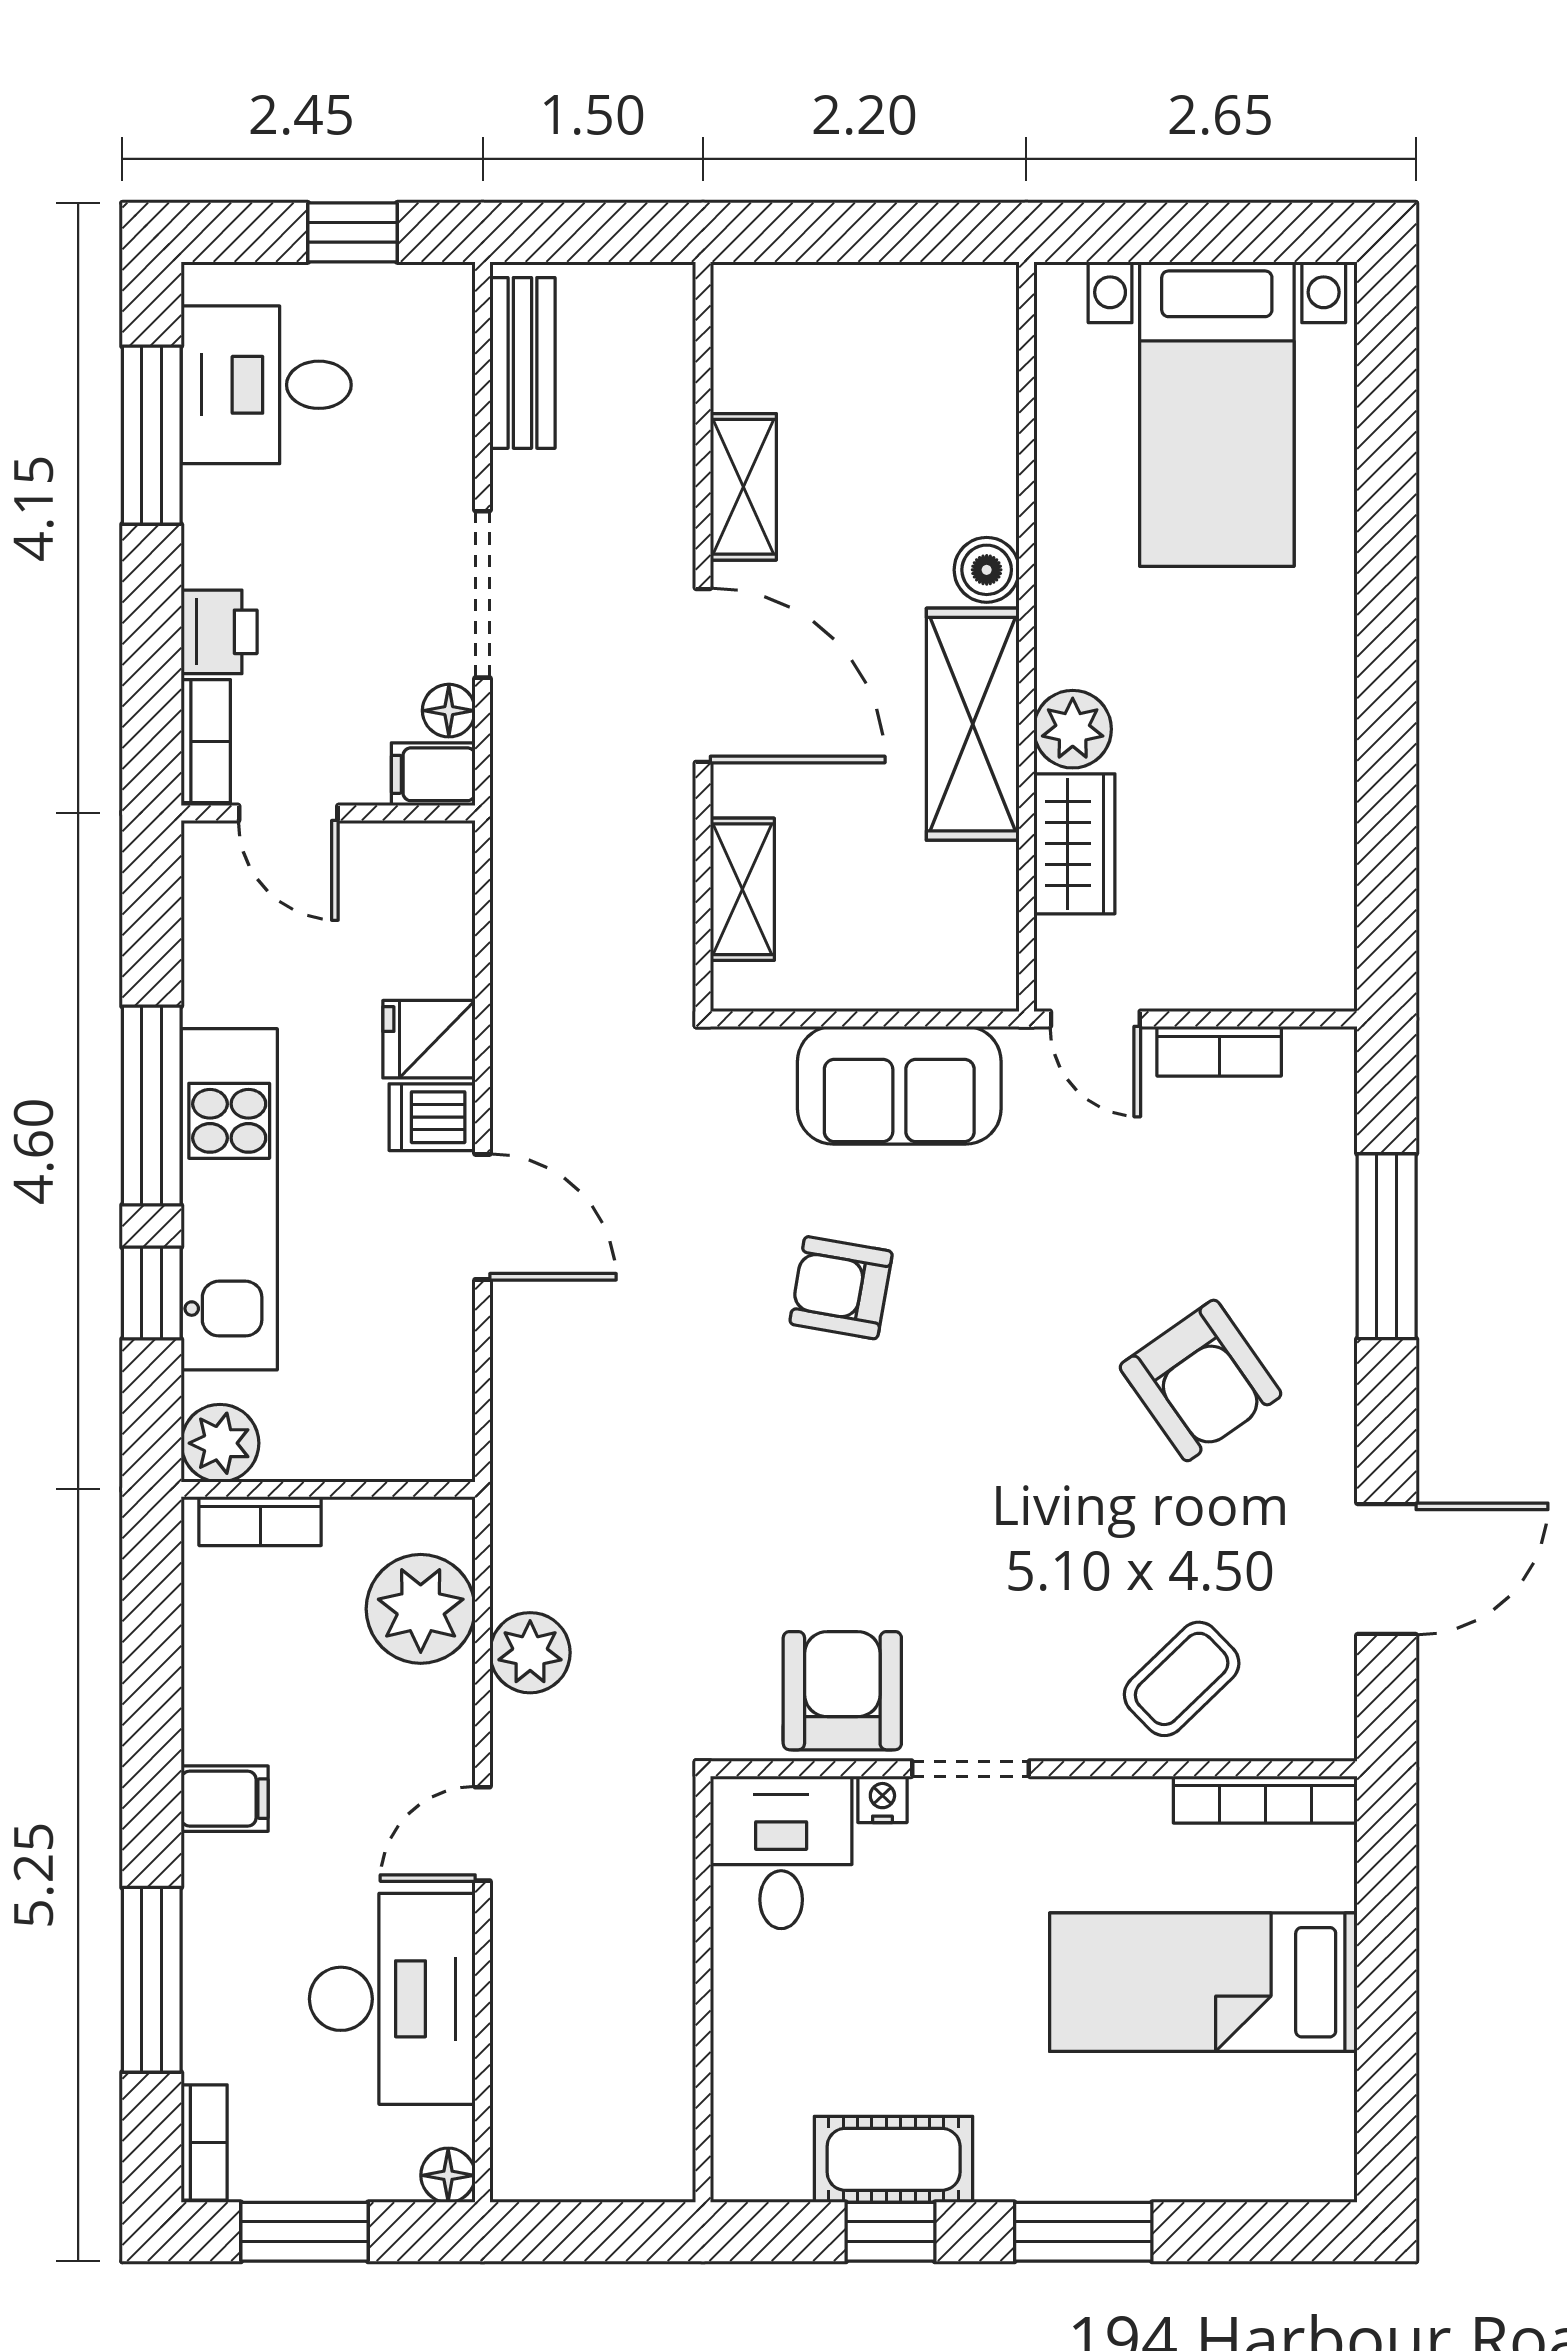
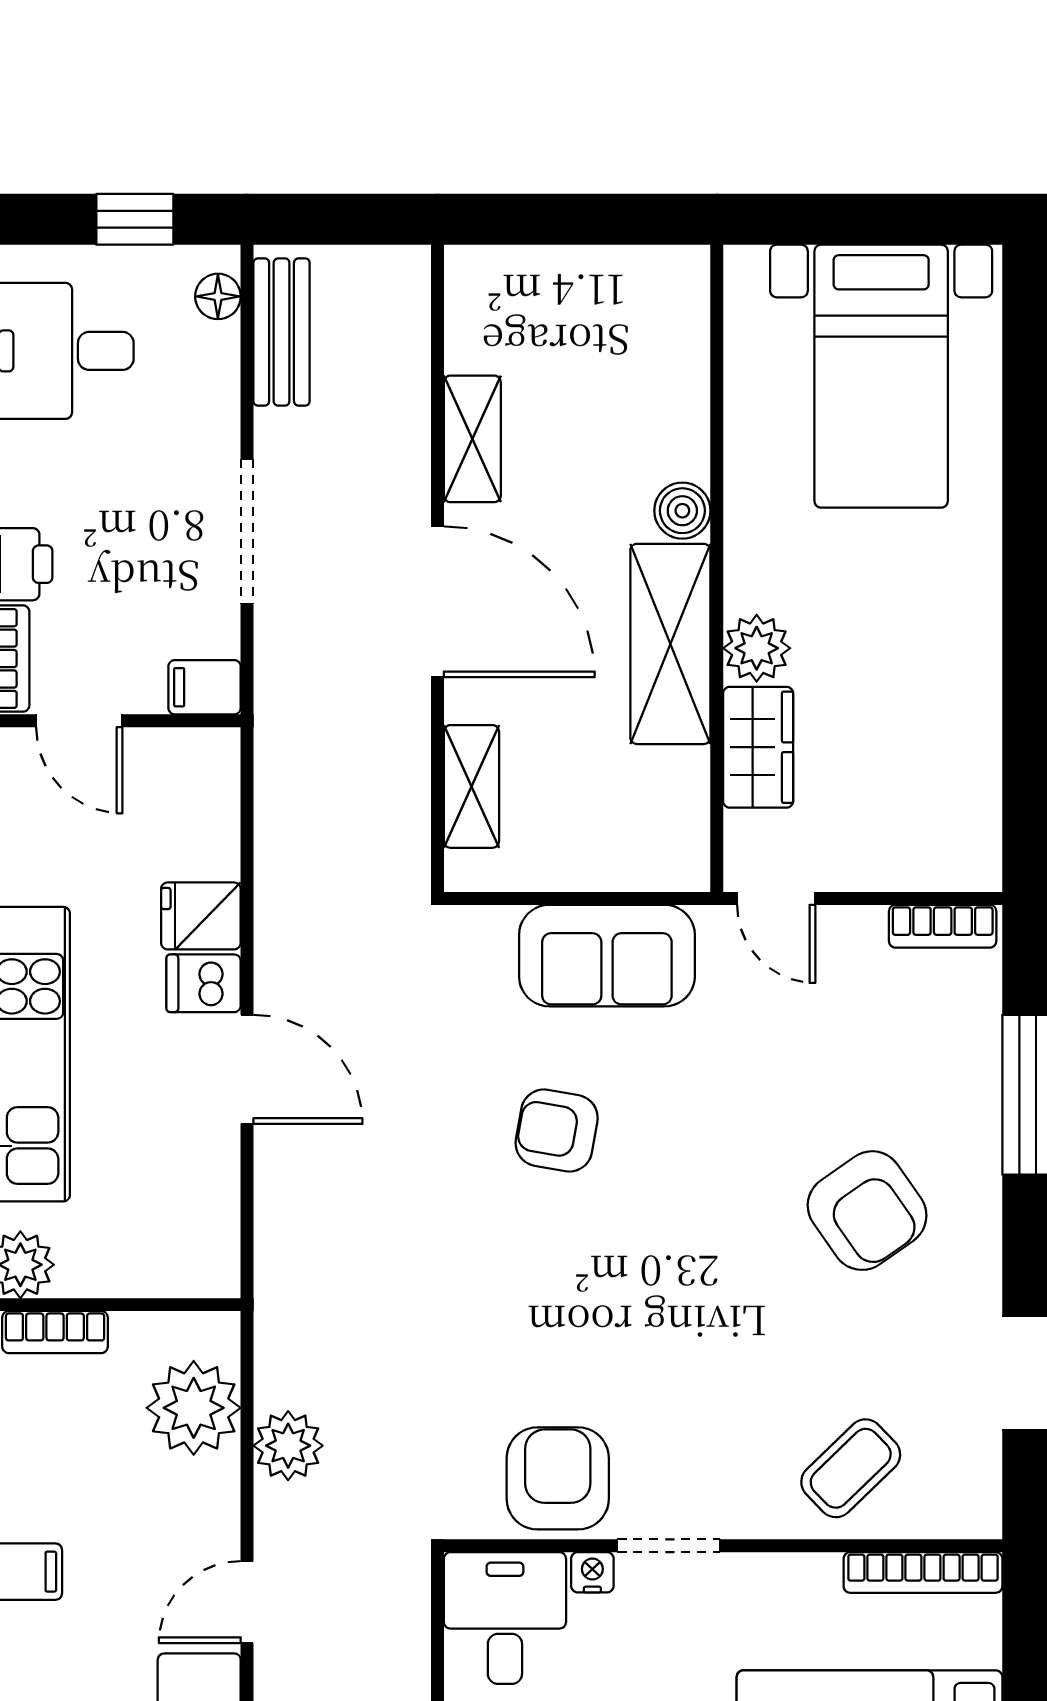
floor lamp: (449, 711) -> (218, 296), moved
bookcase: (1219, 1051) -> (943, 926), moved

